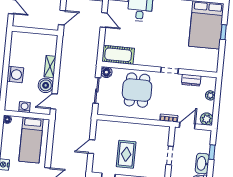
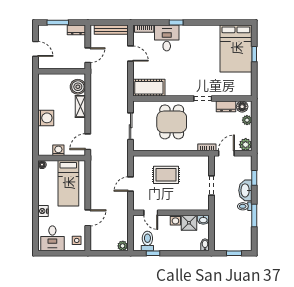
floor lamp: (106, 72) -> (242, 107), moved
boiler: (46, 85) -> (78, 87), moved
rug: (126, 154) -> (166, 175), moved, turned 90

